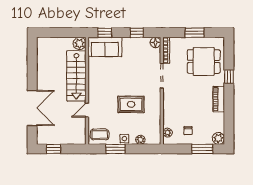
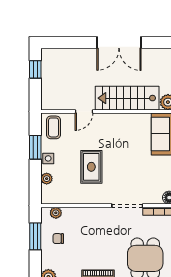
double door: (32, 108) -> (119, 43), moved
door: (87, 110) -> (84, 111), swing flipped
window: (202, 149) -> (35, 236), moved

